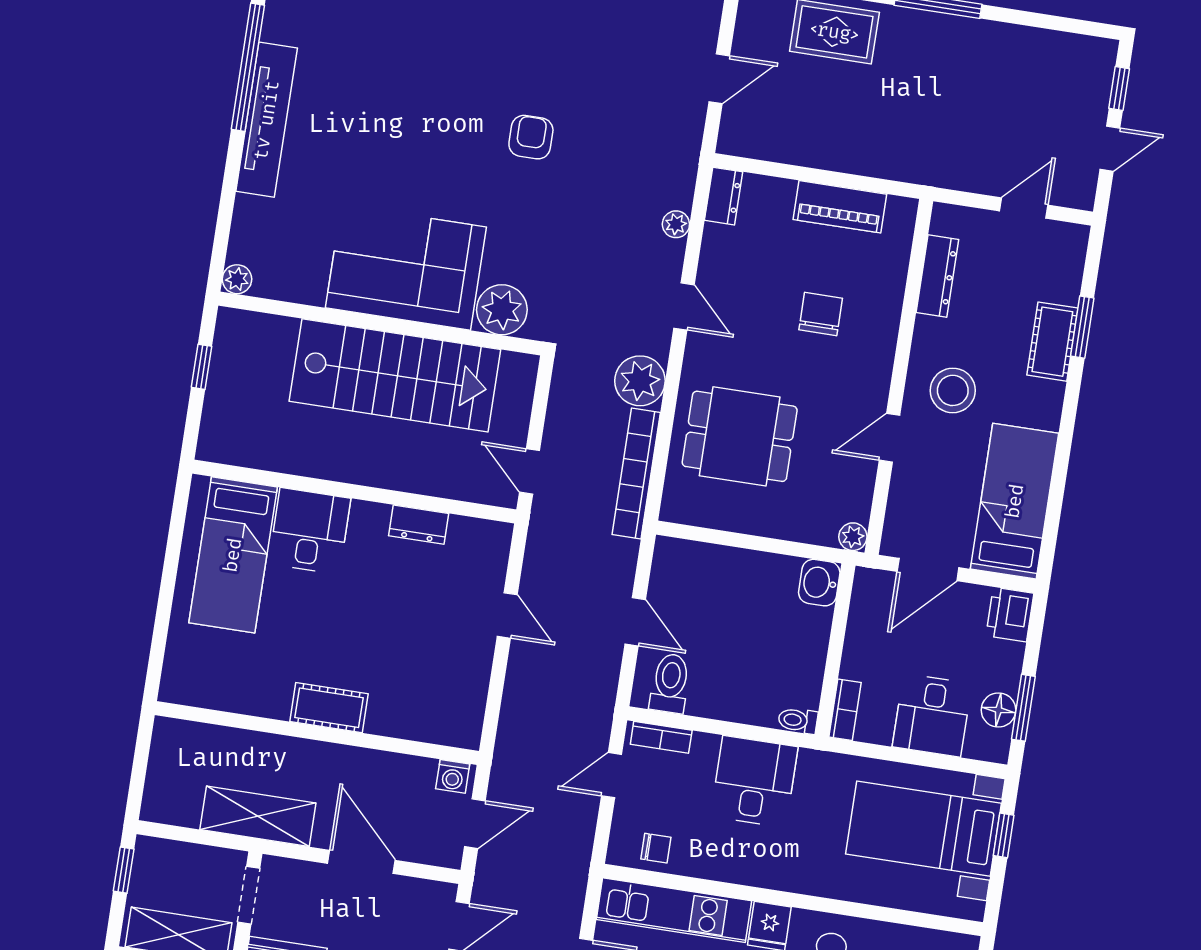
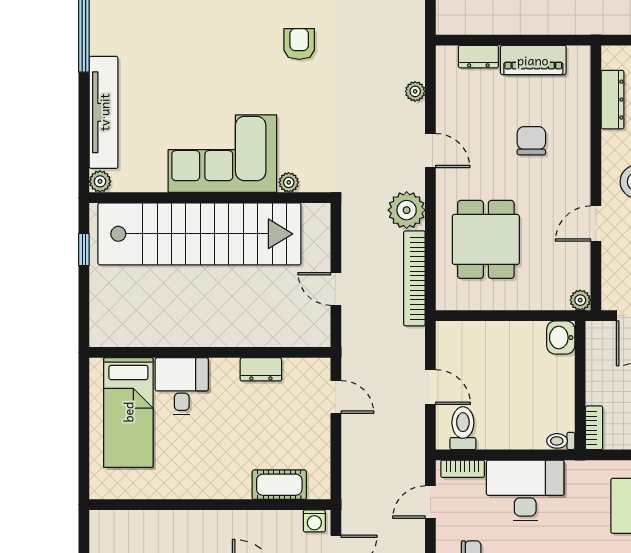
tv unit: (267, 120) -> (104, 112), moved
dresser: (724, 196) -> (478, 57), moved, turned 90
plant: (502, 310) -> (289, 182), width x0.53, depth x0.53
stairs: (395, 375) -> (199, 234), width x1.36
dining table: (740, 436) -> (486, 239), turned 90
wall: (354, 492) -> (210, 352), moved
dresser: (419, 525) -> (261, 369), moved
desk: (310, 531) -> (182, 386), moved
bed: (233, 555) -> (128, 412), moved
cot: (329, 708) -> (279, 485), moved
desk: (754, 781) -> (525, 490), width x1.37

